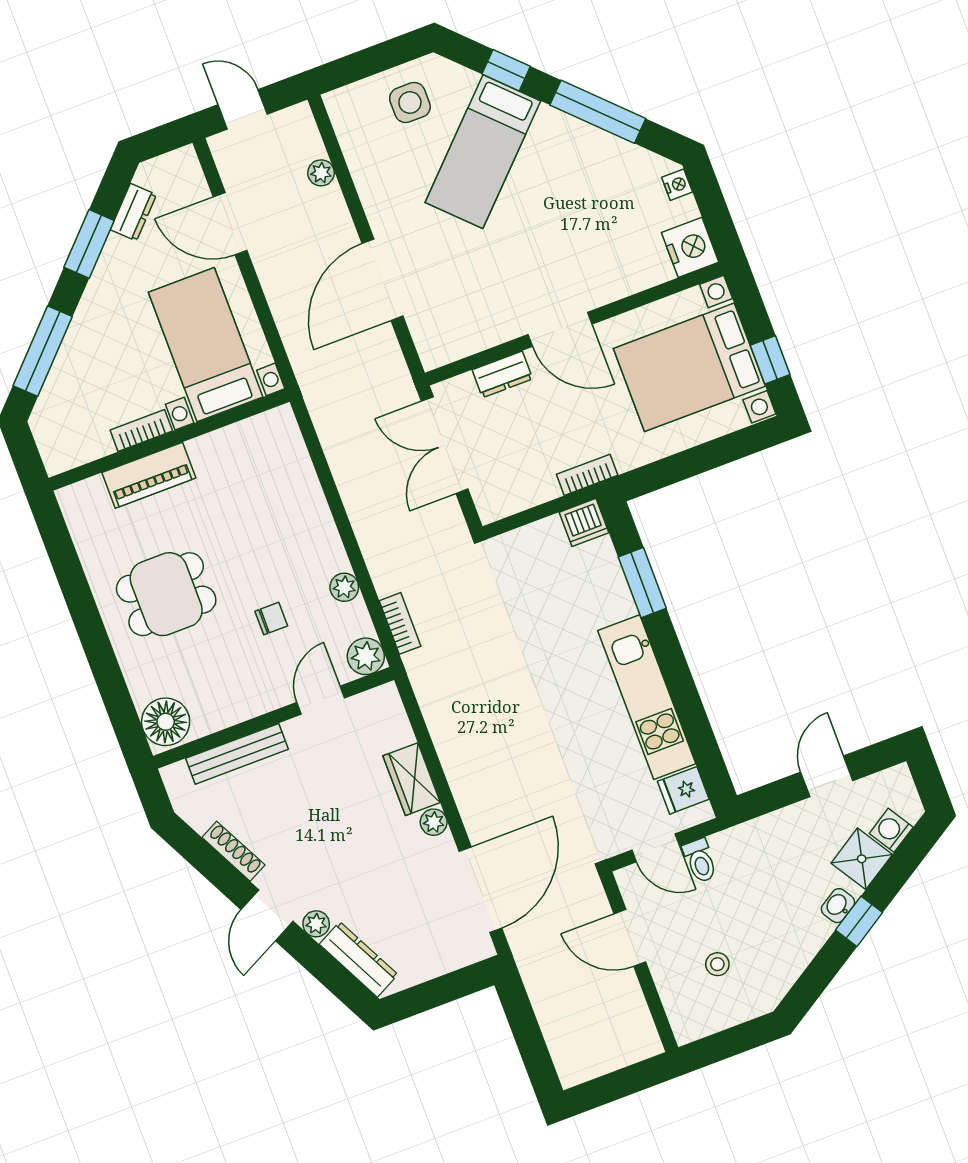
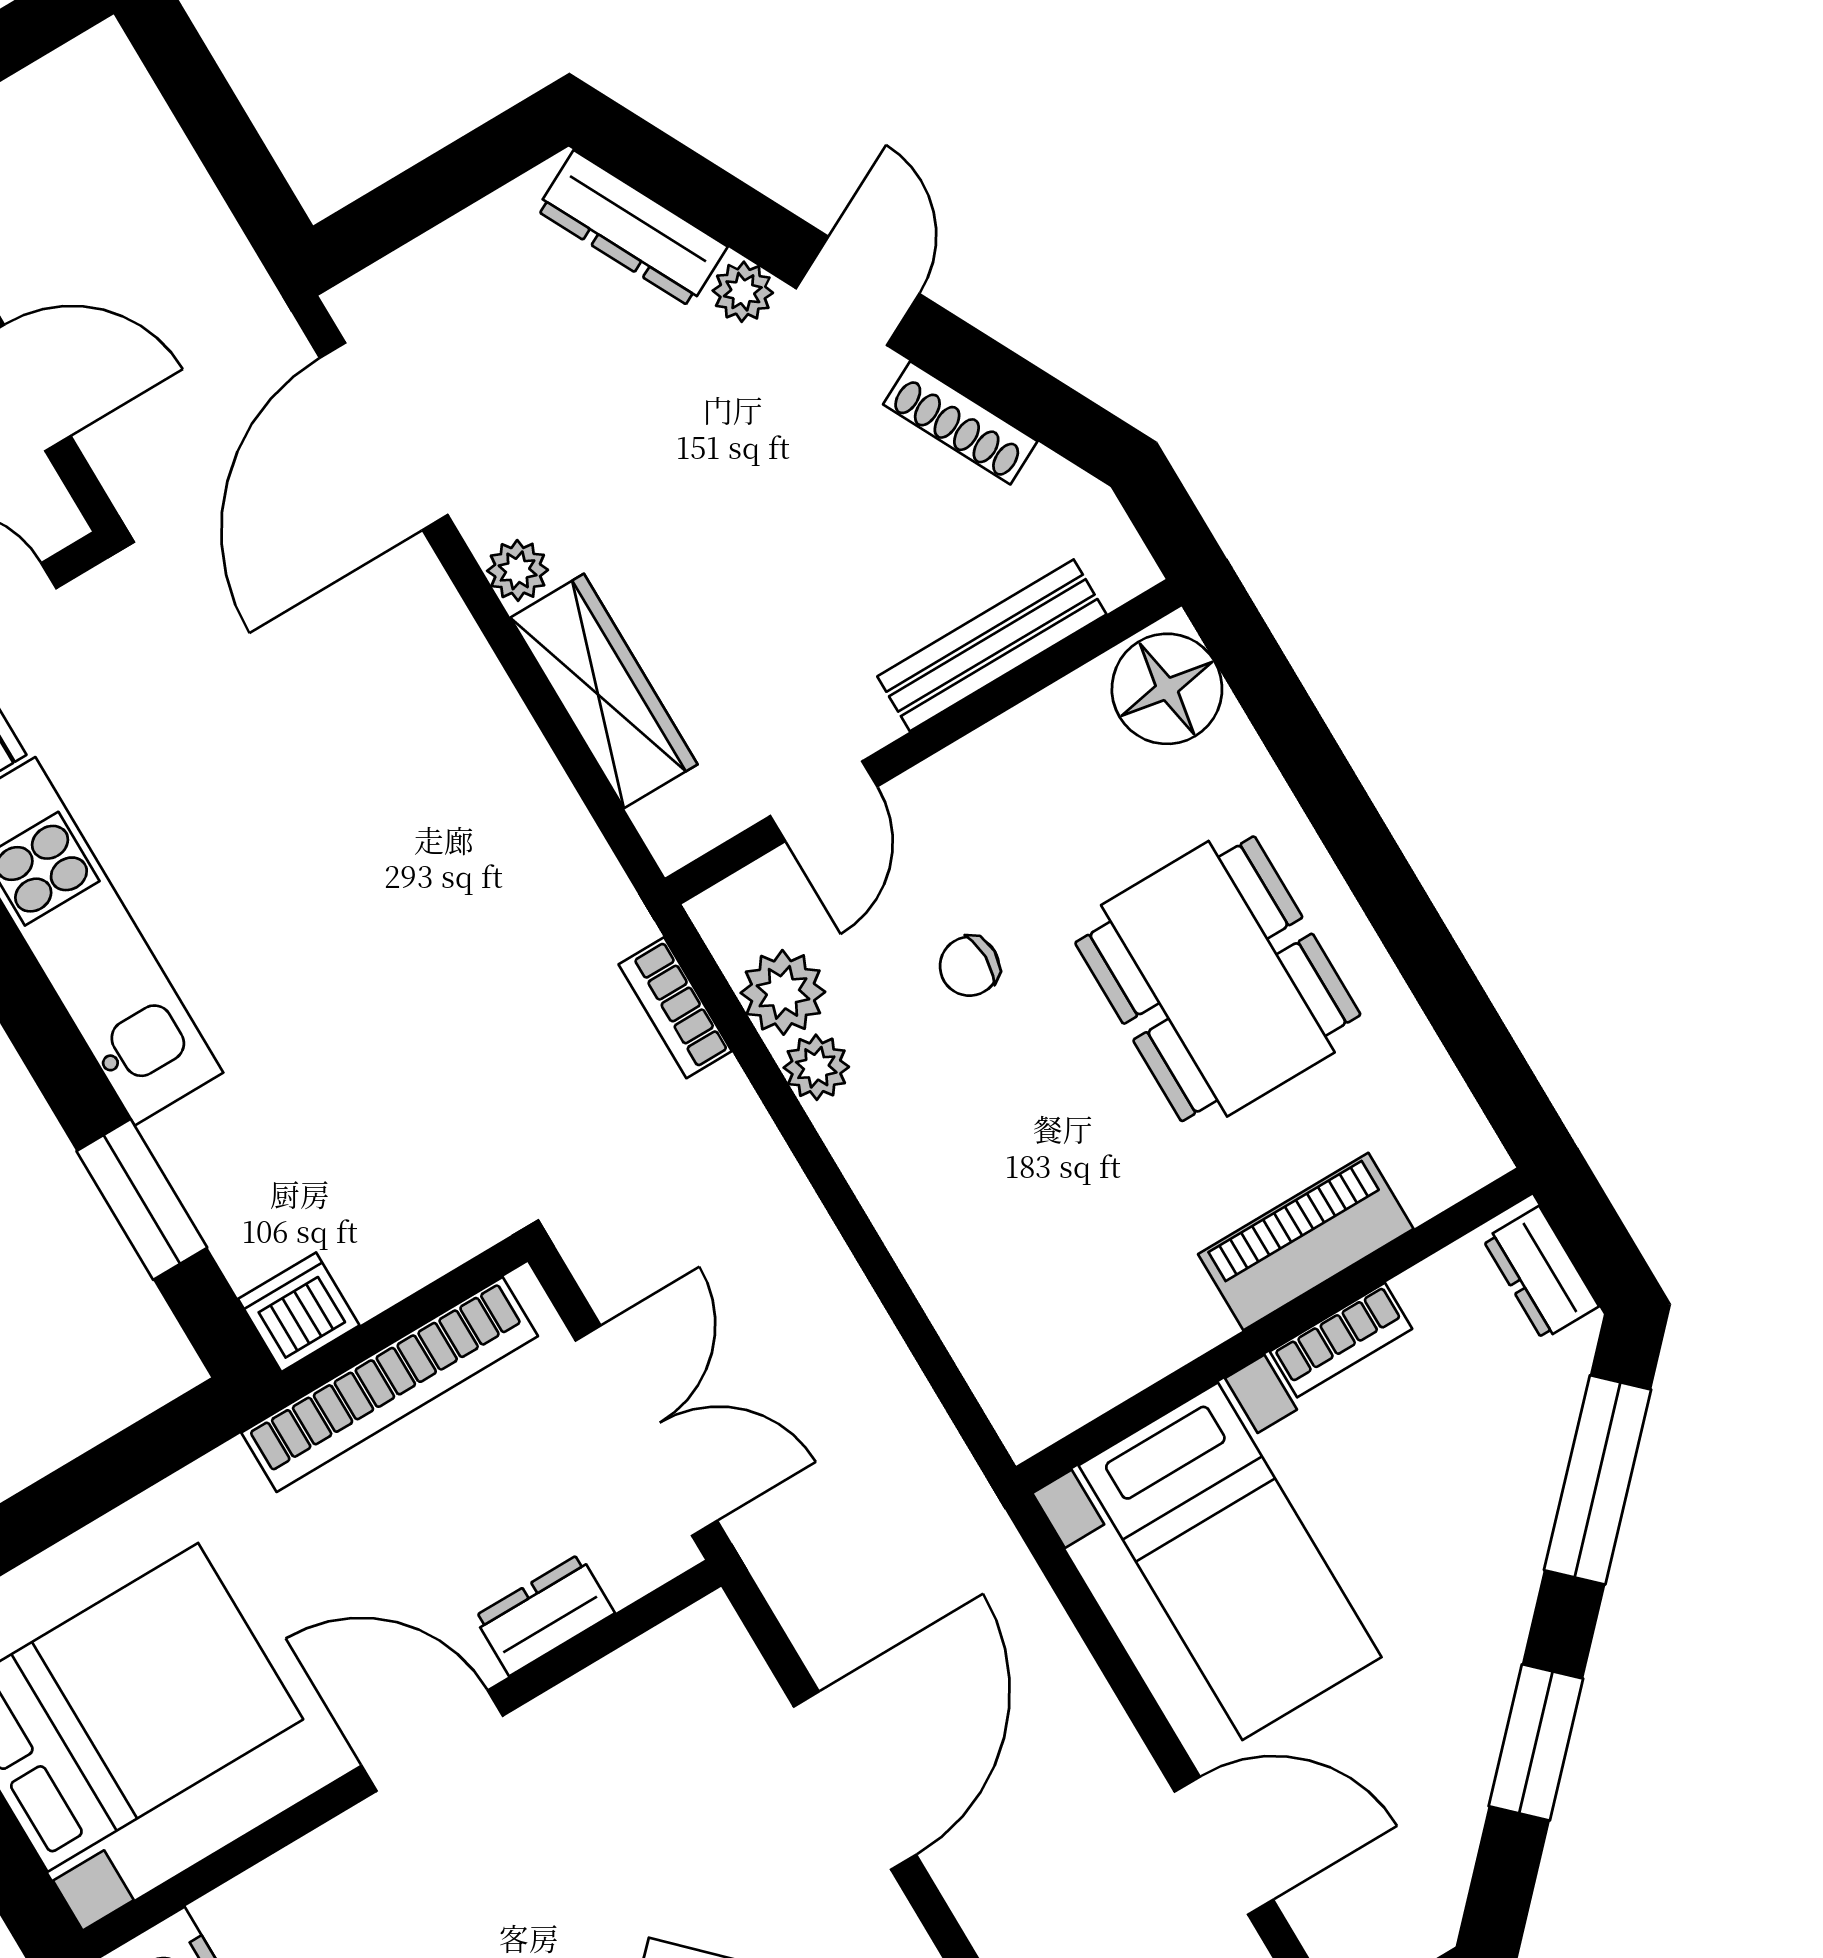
dresser: (133, 212) -> (1541, 1273), moved, turned -44
bookcase: (587, 475) -> (390, 1384), width x2.31, depth x1.31
dining table: (166, 594) -> (1218, 979), width x1.38
plant: (366, 656) -> (783, 992), moved
wardrobe: (412, 779) -> (604, 691), width x1.50

